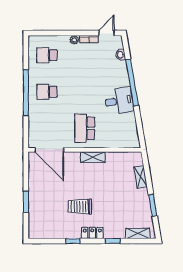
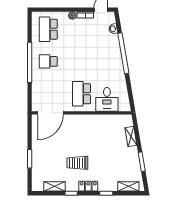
school desk: (47, 55) -> (48, 29), width x1.85
desk: (119, 101) -> (107, 99), moved, turned 100
door: (49, 150) -> (50, 113), hinge flipped
shelving: (93, 157) -> (55, 186), moved

